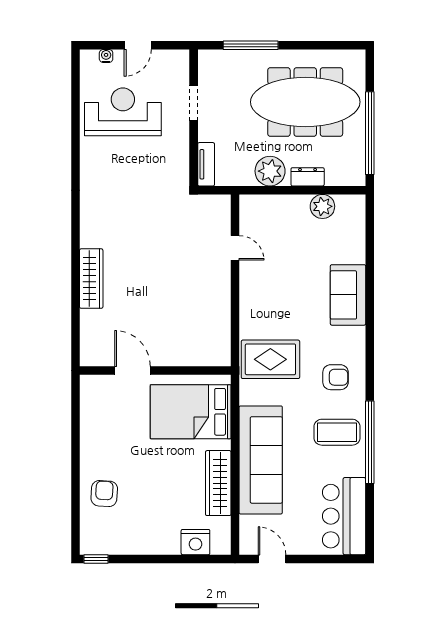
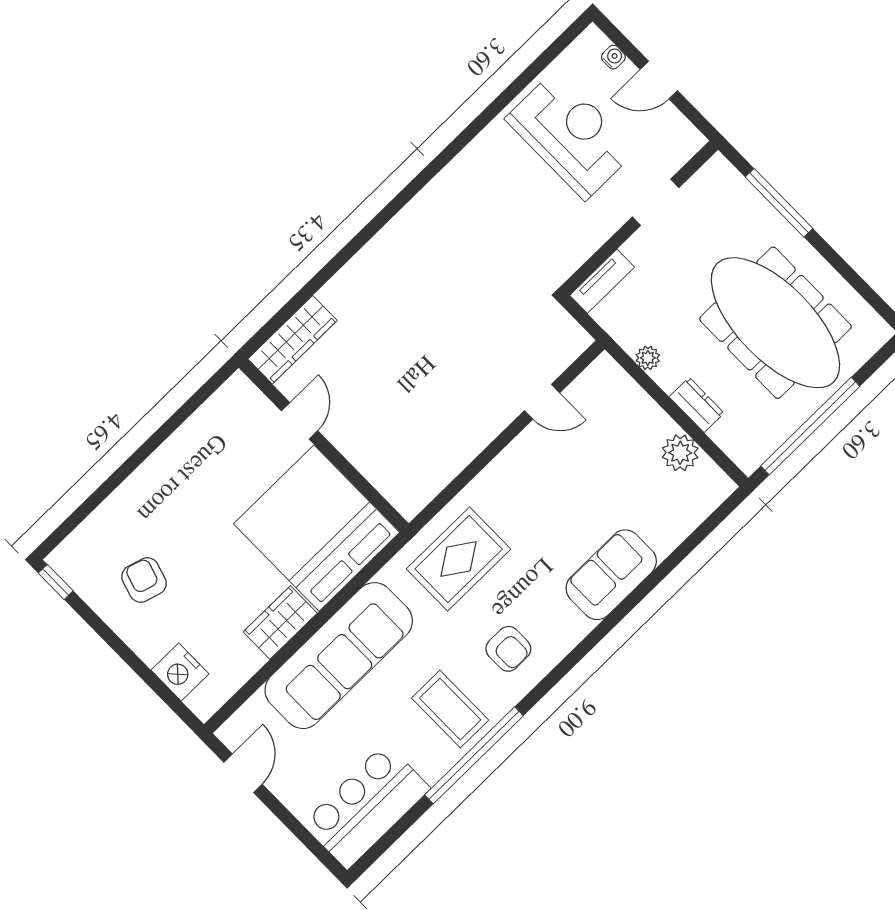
plant: (270, 171) -> (648, 358), width x0.53, depth x0.53
door: (235, 248) -> (542, 402), hinge flipped
wardrobe: (91, 279) -> (293, 340), moved
rug: (270, 359) -> (459, 559), turned 90
door: (133, 370) -> (300, 421), width x0.73
bed: (191, 412) -> (317, 528), width x1.36
wardrobe: (218, 483) -> (280, 622), width x0.67
armchair: (104, 494) -> (144, 580), moved, turned -76

